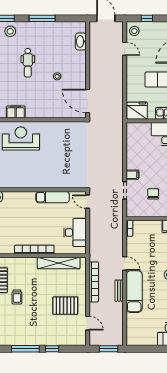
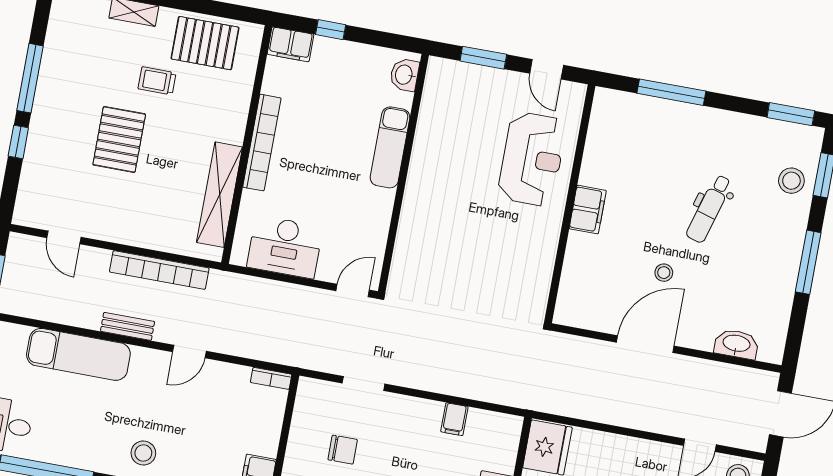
dental chair: (28, 63) -> (709, 209), turned -74
door: (88, 101) -> (645, 344), moved
filing cabinet: (16, 112) -> (588, 210), moved
filing cabinet: (132, 175) -> (454, 419), moved
exam couch: (53, 197) -> (390, 147), moved
exam couch: (134, 292) -> (78, 354), moved
pallet: (65, 306) -> (119, 139), moved
door: (88, 323) -> (64, 237), hinge flipped

